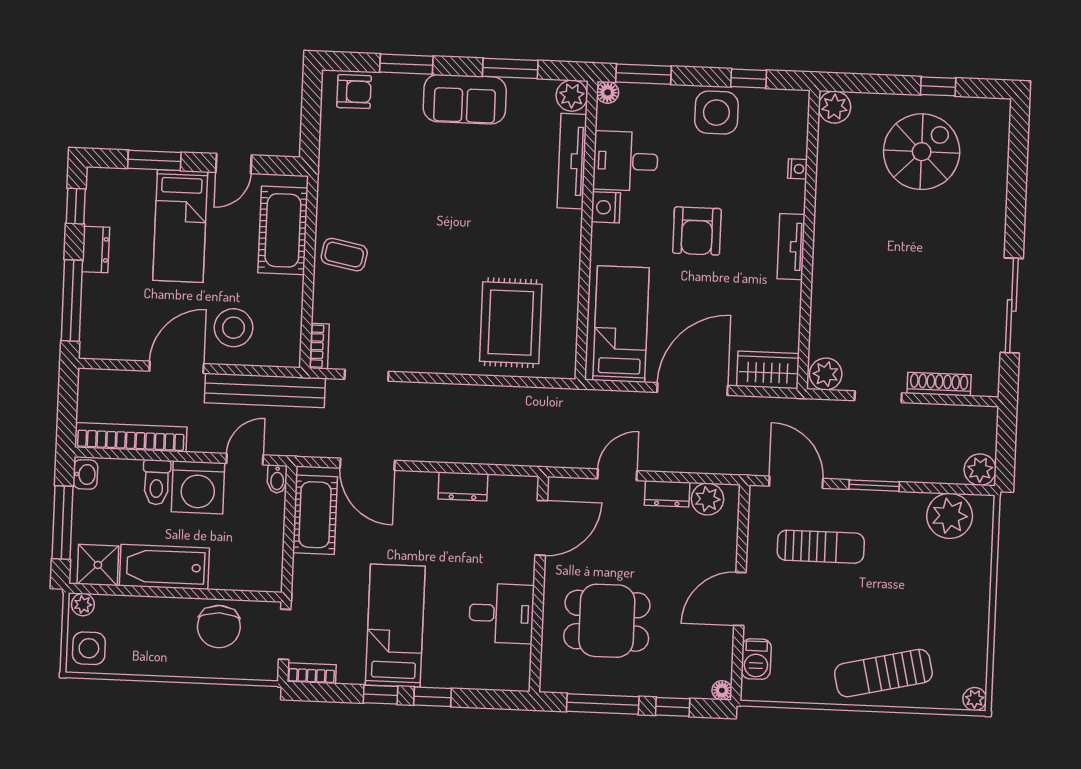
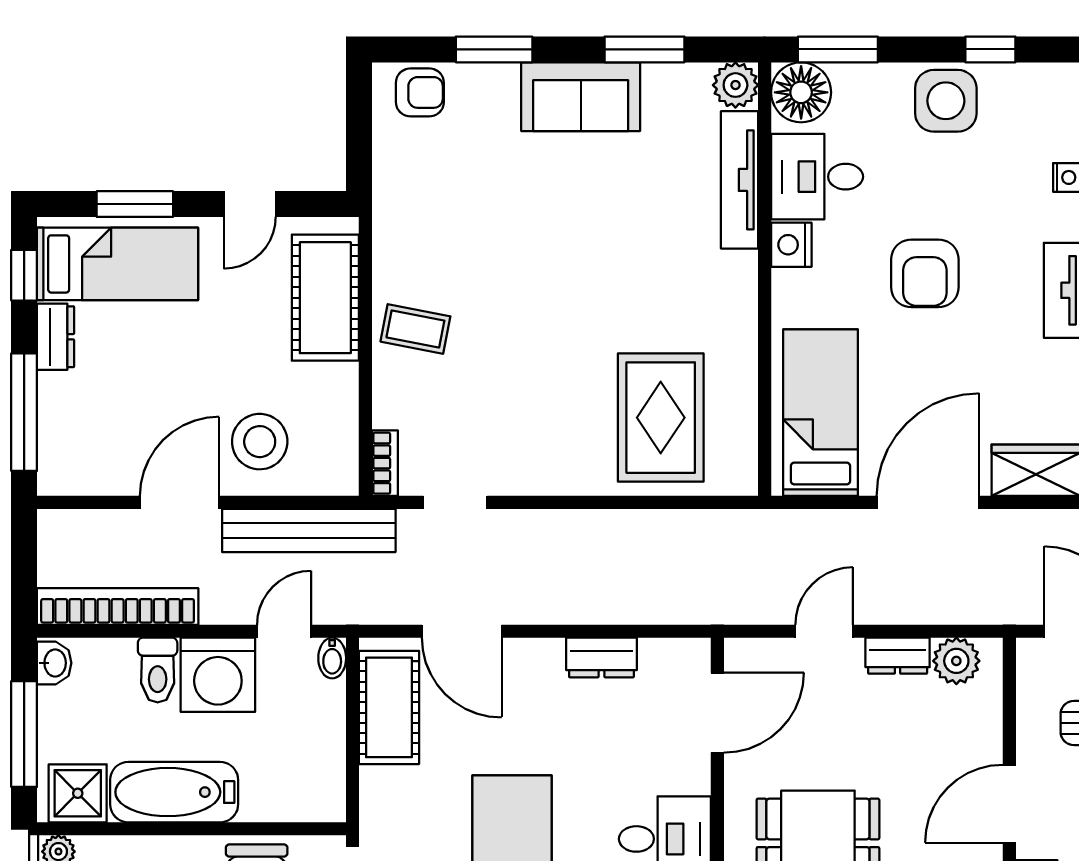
floor lamp: (608, 92) -> (801, 92), width x1.89, depth x1.89
bed: (180, 226) -> (118, 264), moved, turned -90

